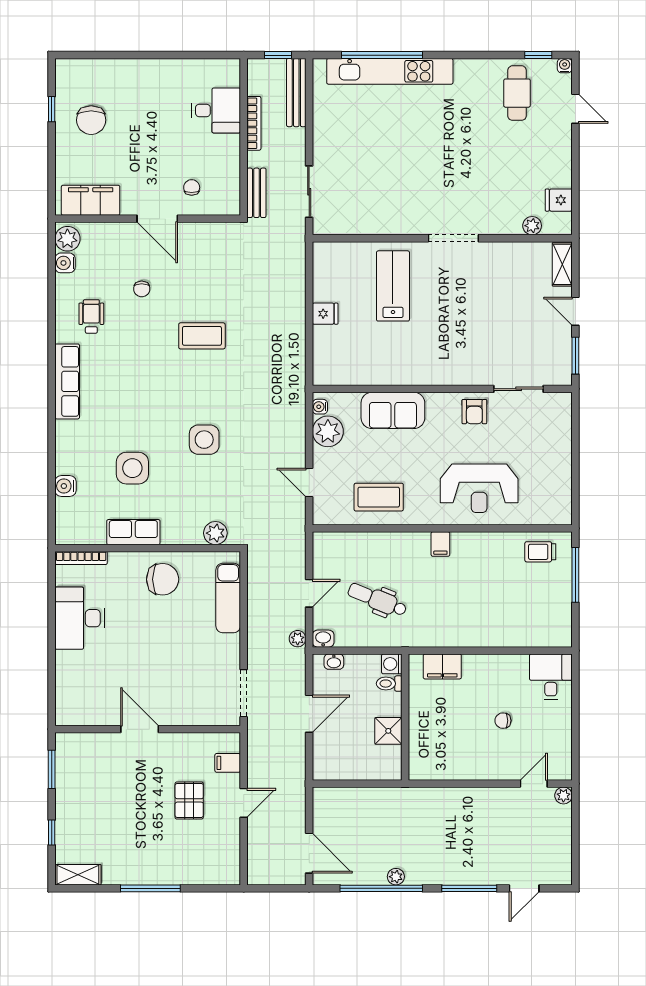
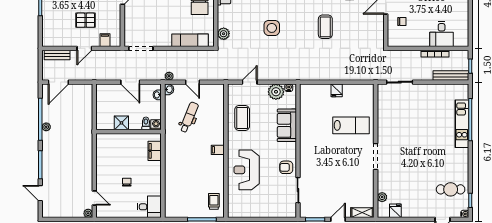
kitchen unit: (390, 71) -> (462, 124), width x0.73
bench: (256, 193) -> (57, 55), moved
door: (244, 803) -> (84, 48), hinge flipped

